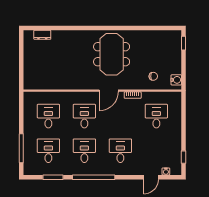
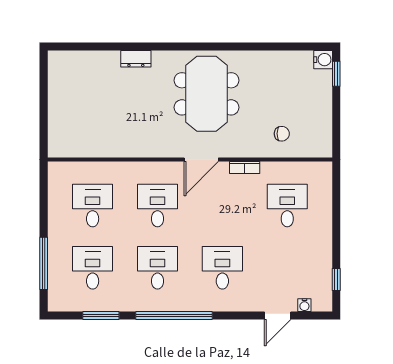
dresser: (42, 35) -> (136, 59), moved
water cooler: (176, 80) -> (323, 60), moved

